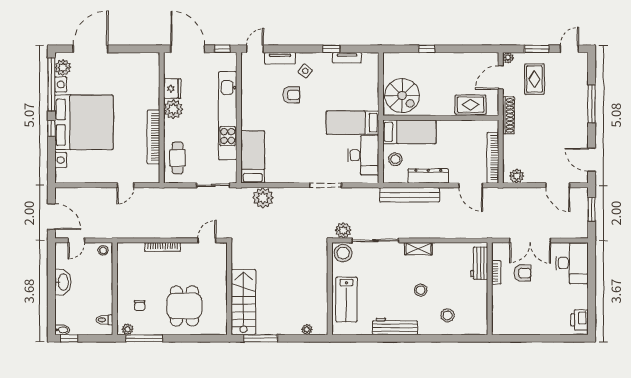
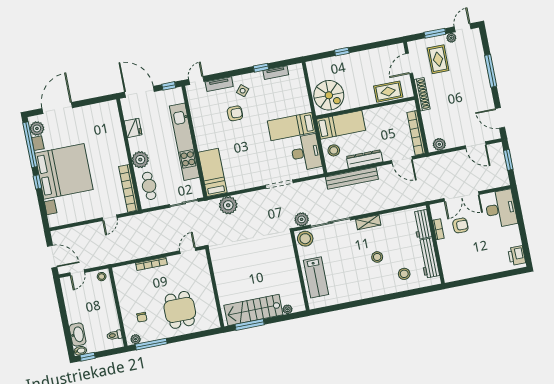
plant: (508, 58) -> (451, 38), moved
plant: (173, 109) -> (140, 160), moved
bookcase: (153, 137) -> (128, 188), moved
washbasin: (63, 282) -> (78, 334), moved
stairs: (243, 302) -> (253, 310), moved, turned -90
workbench: (395, 326) -> (429, 258), moved, turned -90

